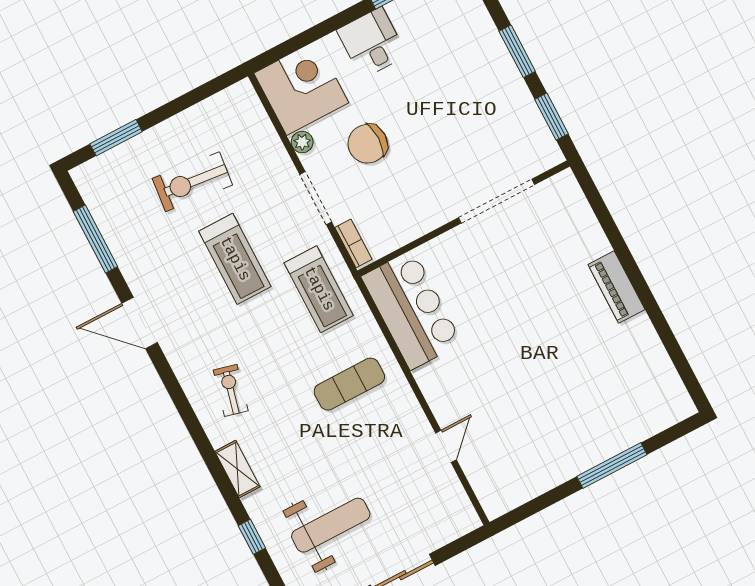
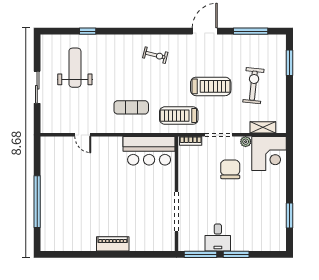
desk: (372, 43) -> (218, 237), moved, turned 90
window: (551, 117) -> (200, 254), width x1.44
treadmill: (235, 259) -> (211, 86), turned 180
exercise mat: (349, 384) -> (131, 107), turned 90
window: (612, 465) -> (37, 202), width x1.46
shelving: (237, 469) -> (263, 127), moved
weight bench: (331, 525) -> (75, 68), turned 180

